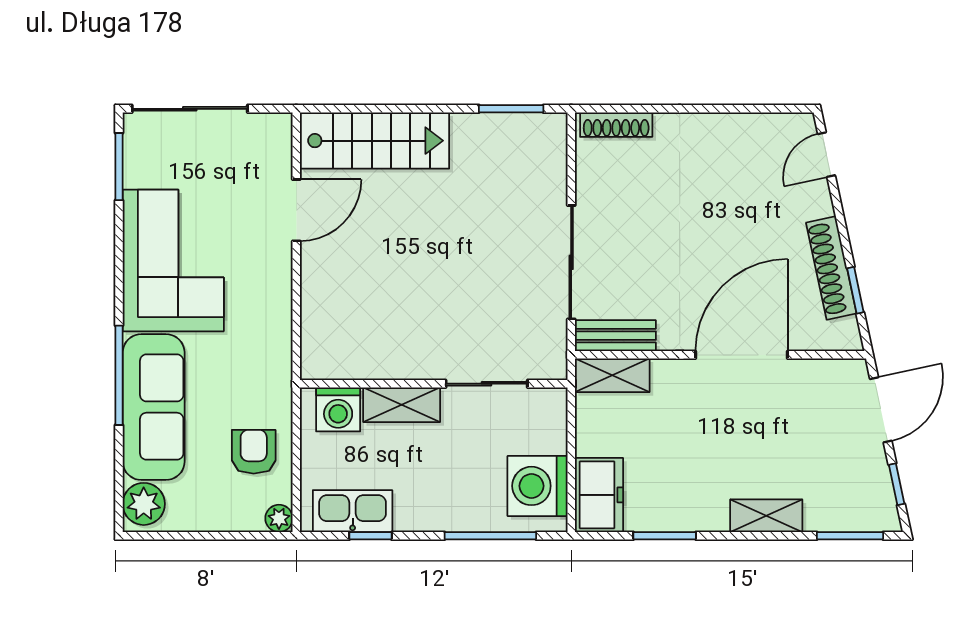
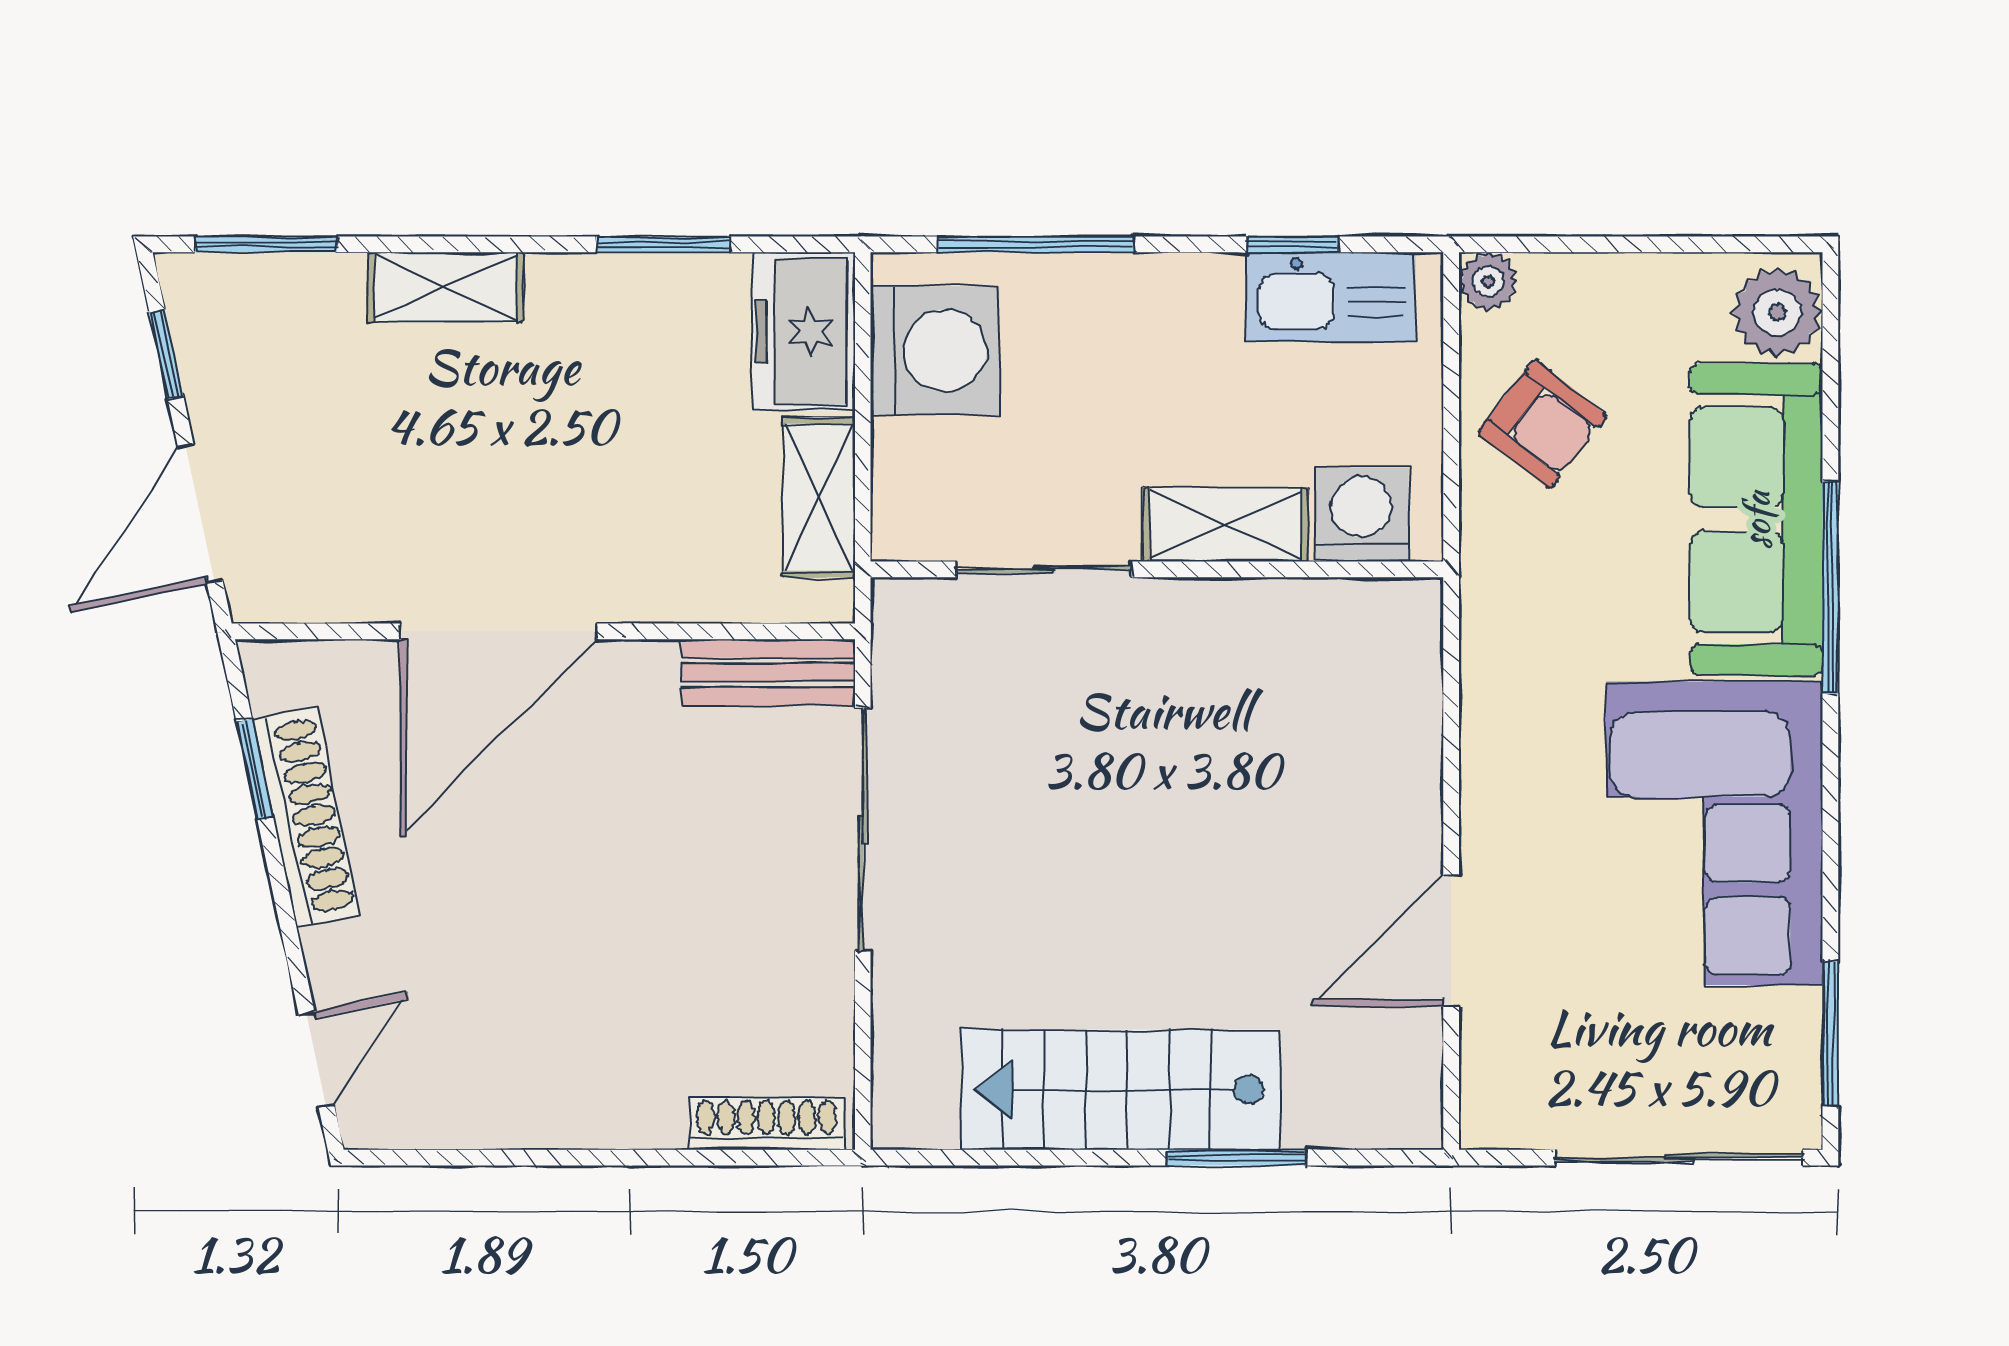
window: (511, 109) -> (1237, 1158), moved
stairs: (375, 141) -> (1121, 1090), moved
shelving: (612, 375) -> (819, 497), moved, turned 90
armchair: (254, 452) -> (1542, 424), turned -52

